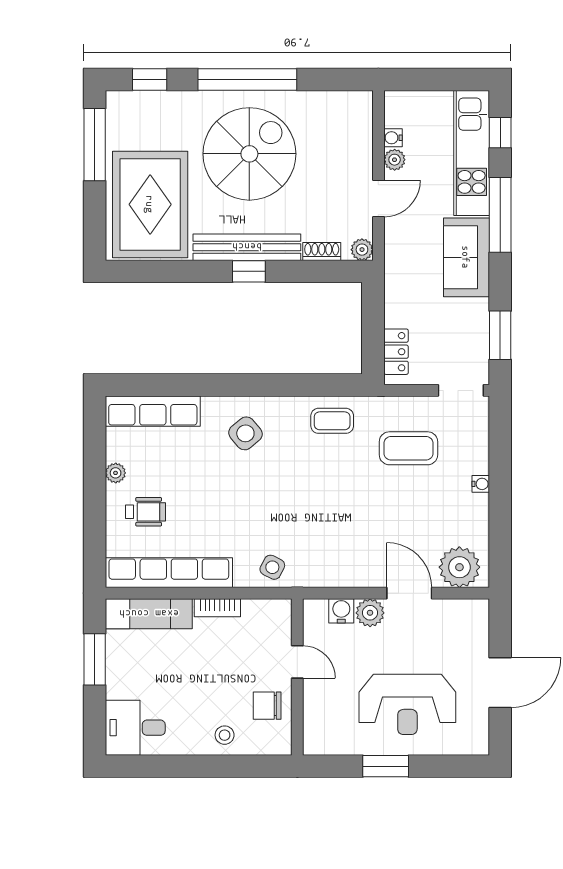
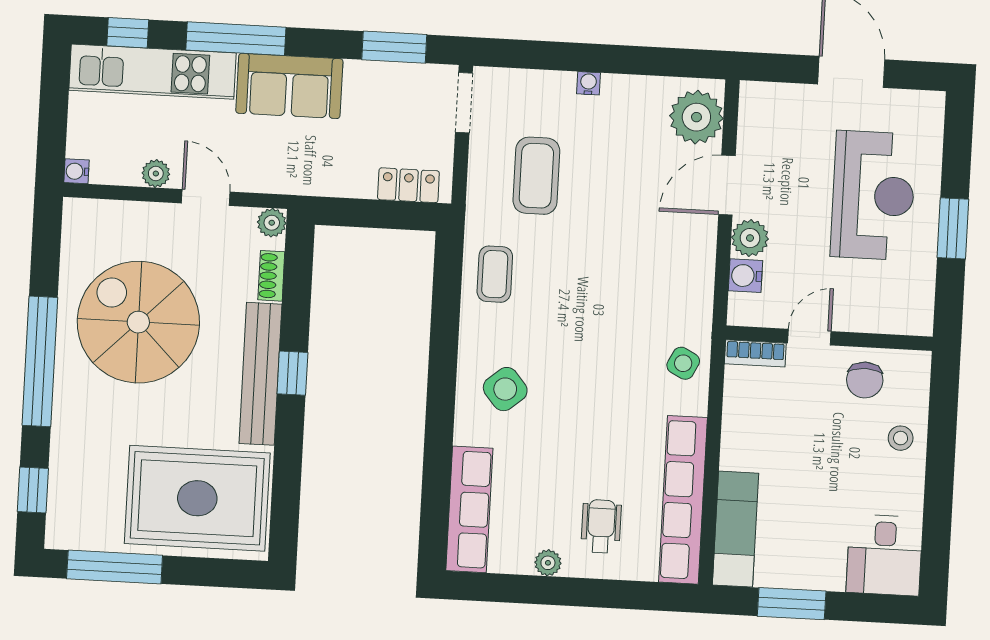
water cooler: (393, 138) -> (76, 171), moved, turned 90
spiral stairs: (249, 154) -> (138, 322), moved
bookcase: (217, 608) -> (755, 353), moved, turned 90

